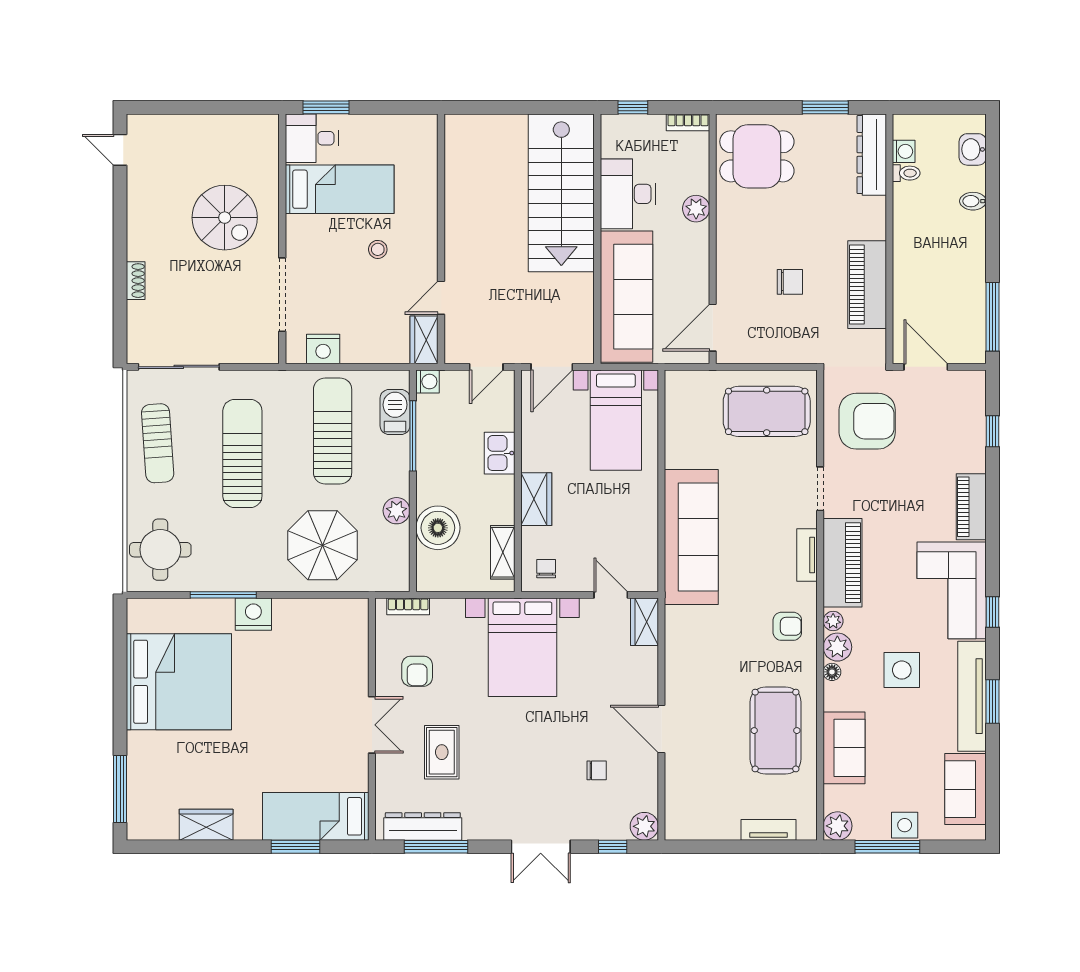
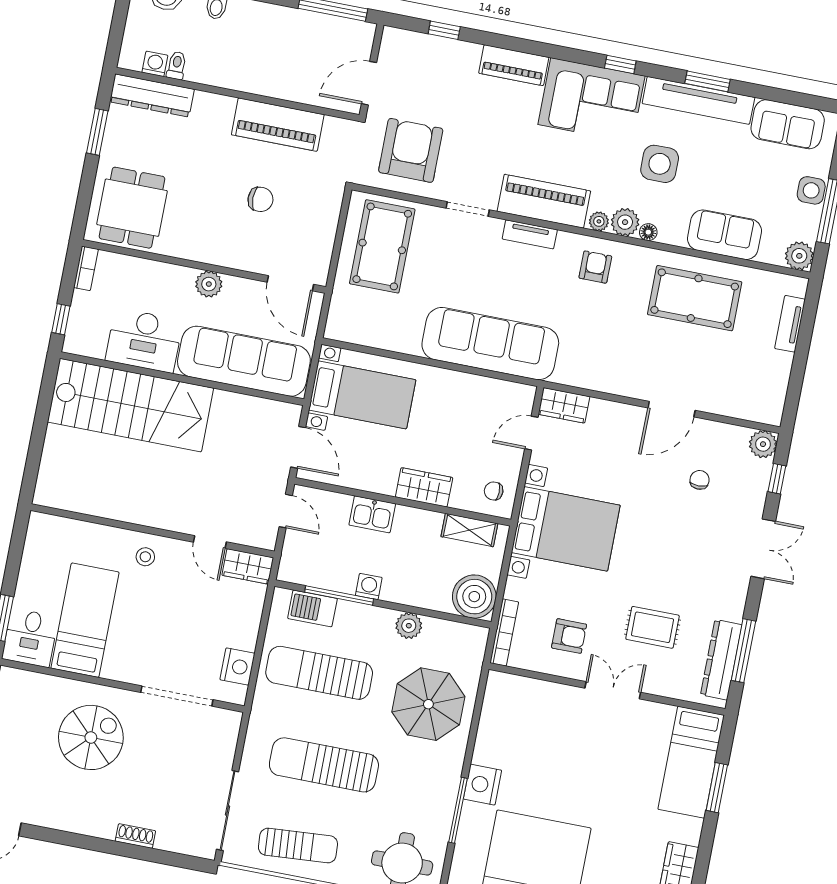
plant: (696, 209) -> (209, 284), moved
stool: (378, 249) -> (145, 557), moved
chair: (790, 282) -> (260, 199), turned 90
washing machine: (428, 382) -> (369, 587), moved
boiler: (438, 528) -> (474, 597), moved
bookcase: (408, 606) -> (504, 632), width x1.56

